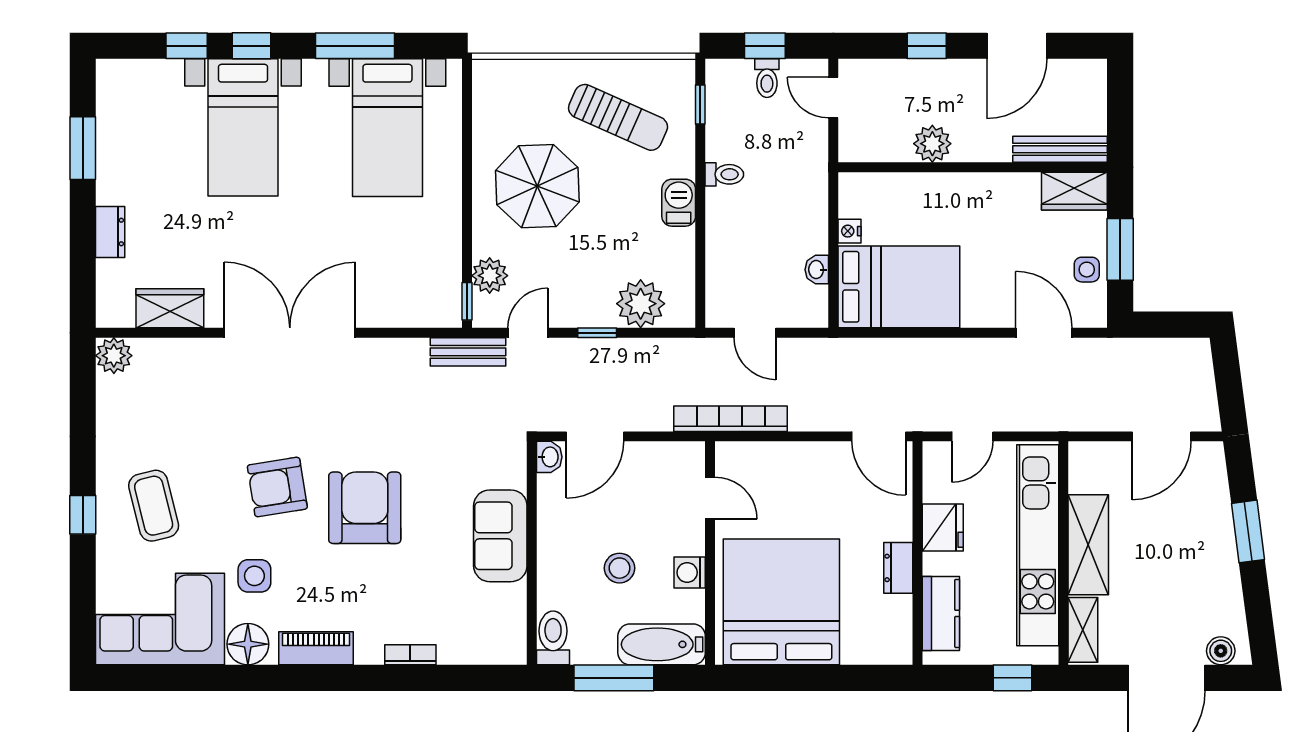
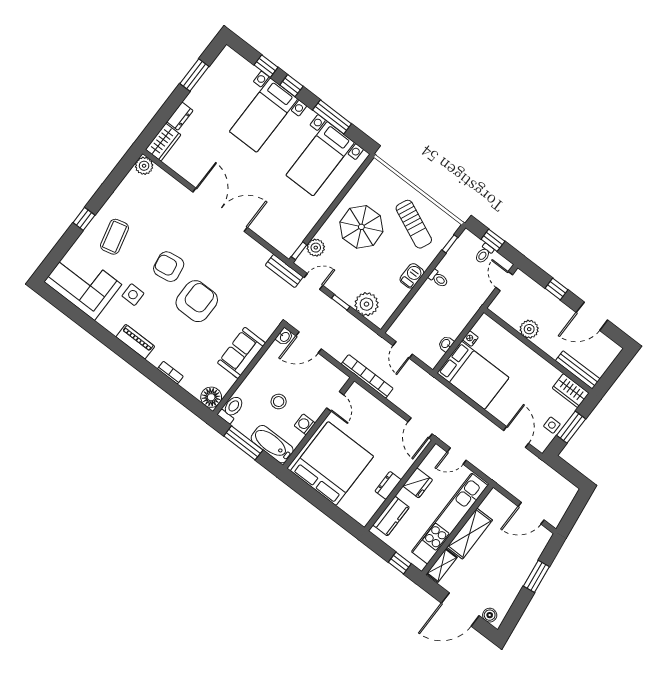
wardrobe: (170, 308) -> (163, 142), moved, turned 90
floor lamp: (248, 644) -> (211, 397), moved

